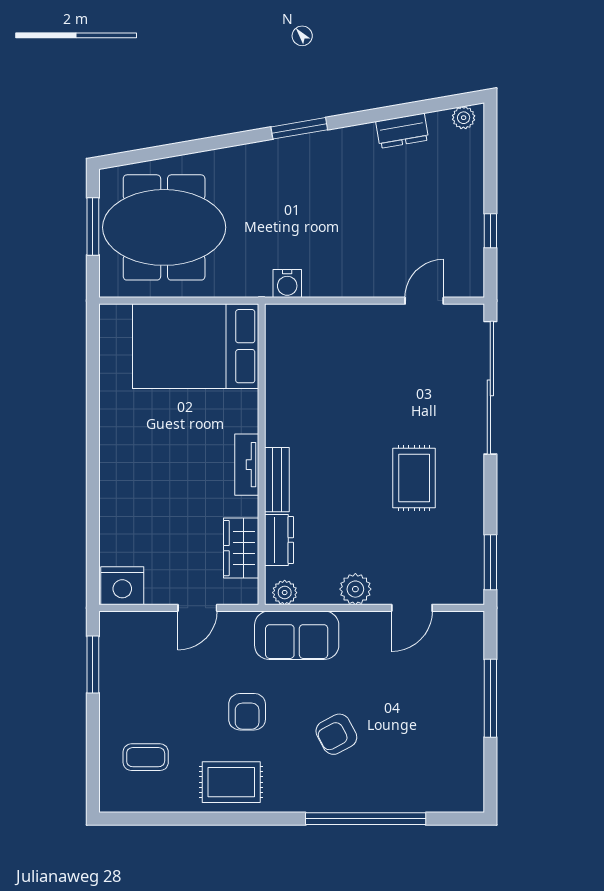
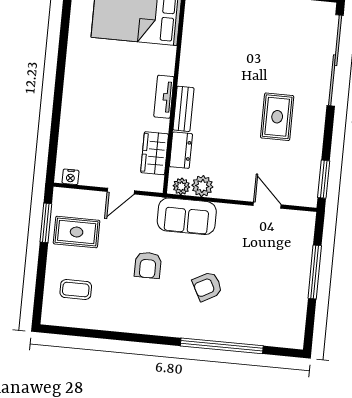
nightstand: (122, 586) -> (70, 177), width x0.53, depth x0.56
plant: (355, 589) -> (202, 186), moved
door: (412, 608) -> (267, 205), swing flipped
rug: (231, 782) -> (77, 232), moved

